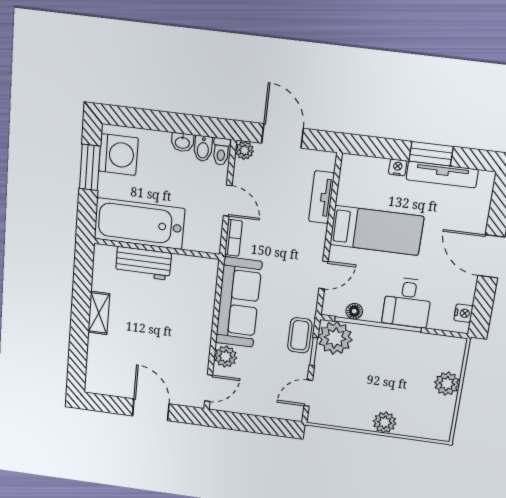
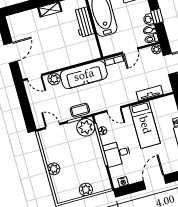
window: (183, 124) -> (157, 16), added

